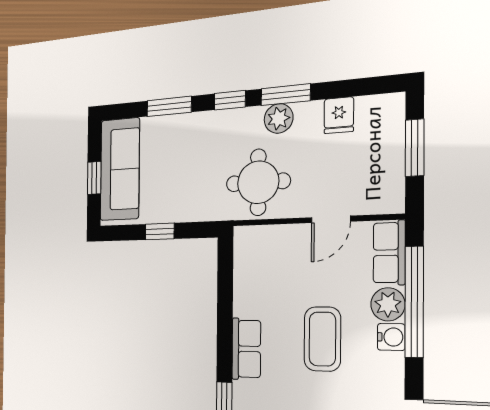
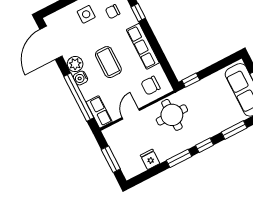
plant: (279, 118) -> (177, 147), removed
window: (160, 231) -> (191, 80), moved
chair: (269, 255) -> (151, 86), added
plant: (388, 304) -> (75, 64), moved
row of seats: (246, 349) -> (143, 46), width x1.48

